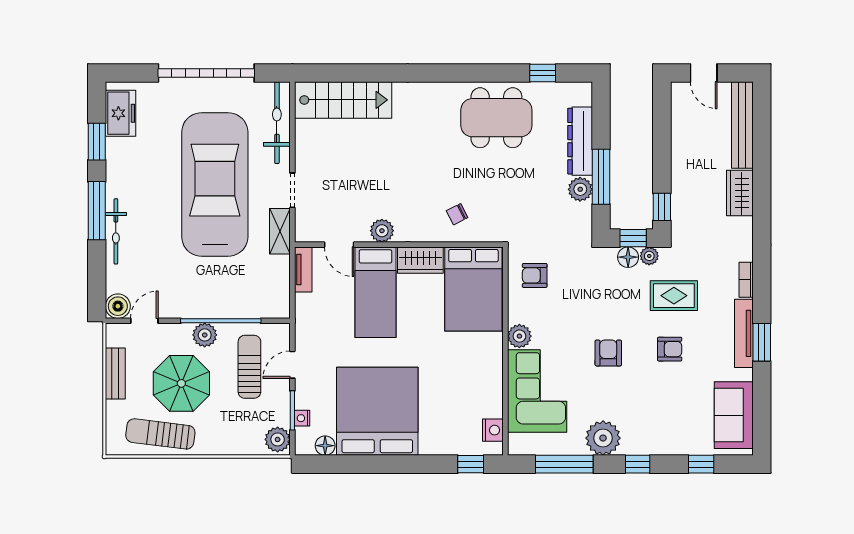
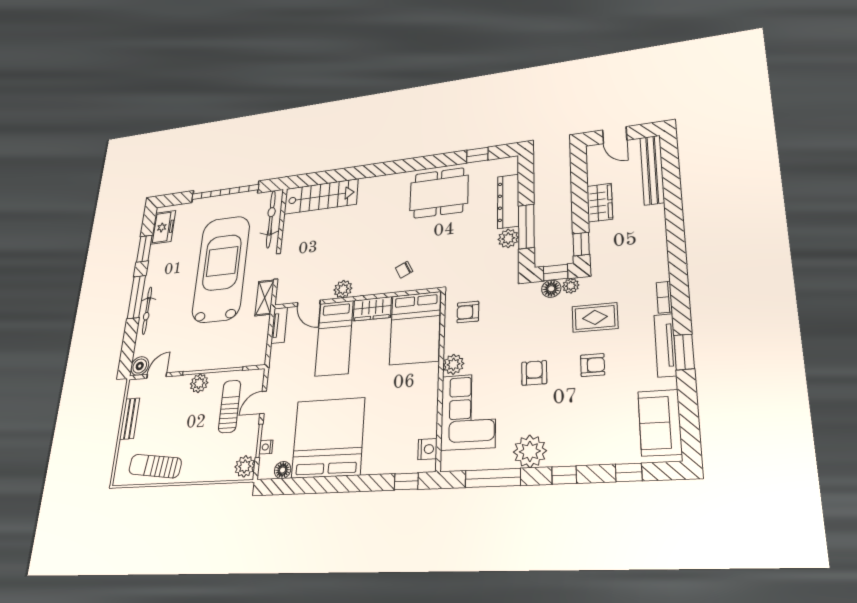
wardrobe: (740, 193) -> (600, 203), moved, turned 180
parasol: (181, 383) -> (177, 423), removed

